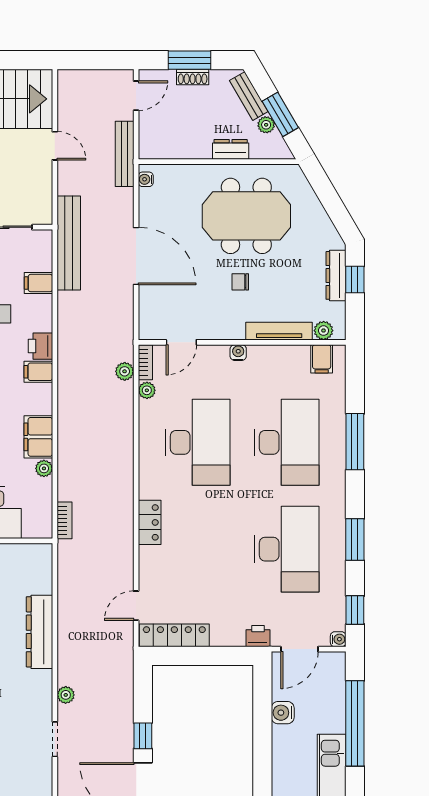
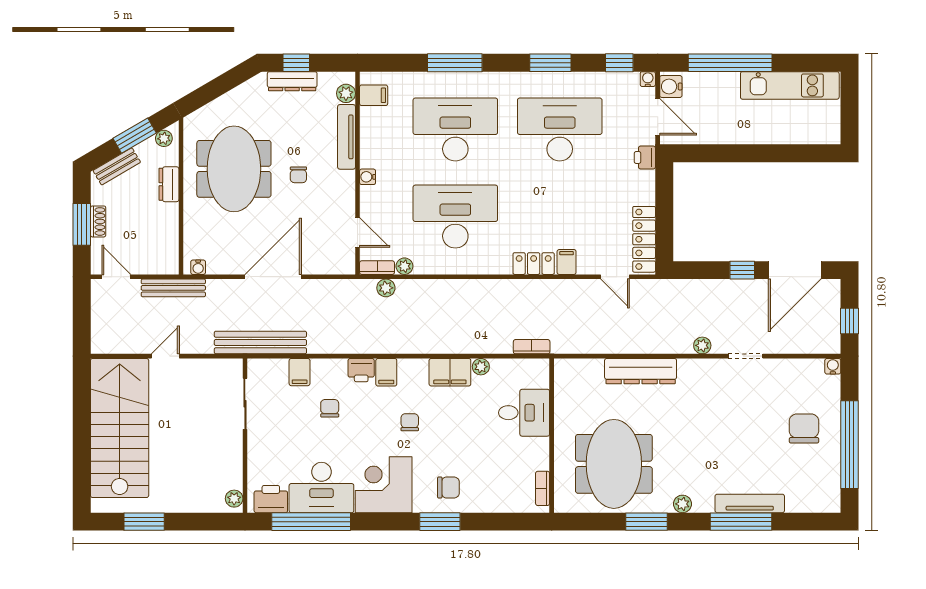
plant: (266, 125) -> (164, 138), moved
filing cabinet: (151, 556) -> (567, 262), added
water cooler: (283, 713) -> (671, 87), moved, turned 90

